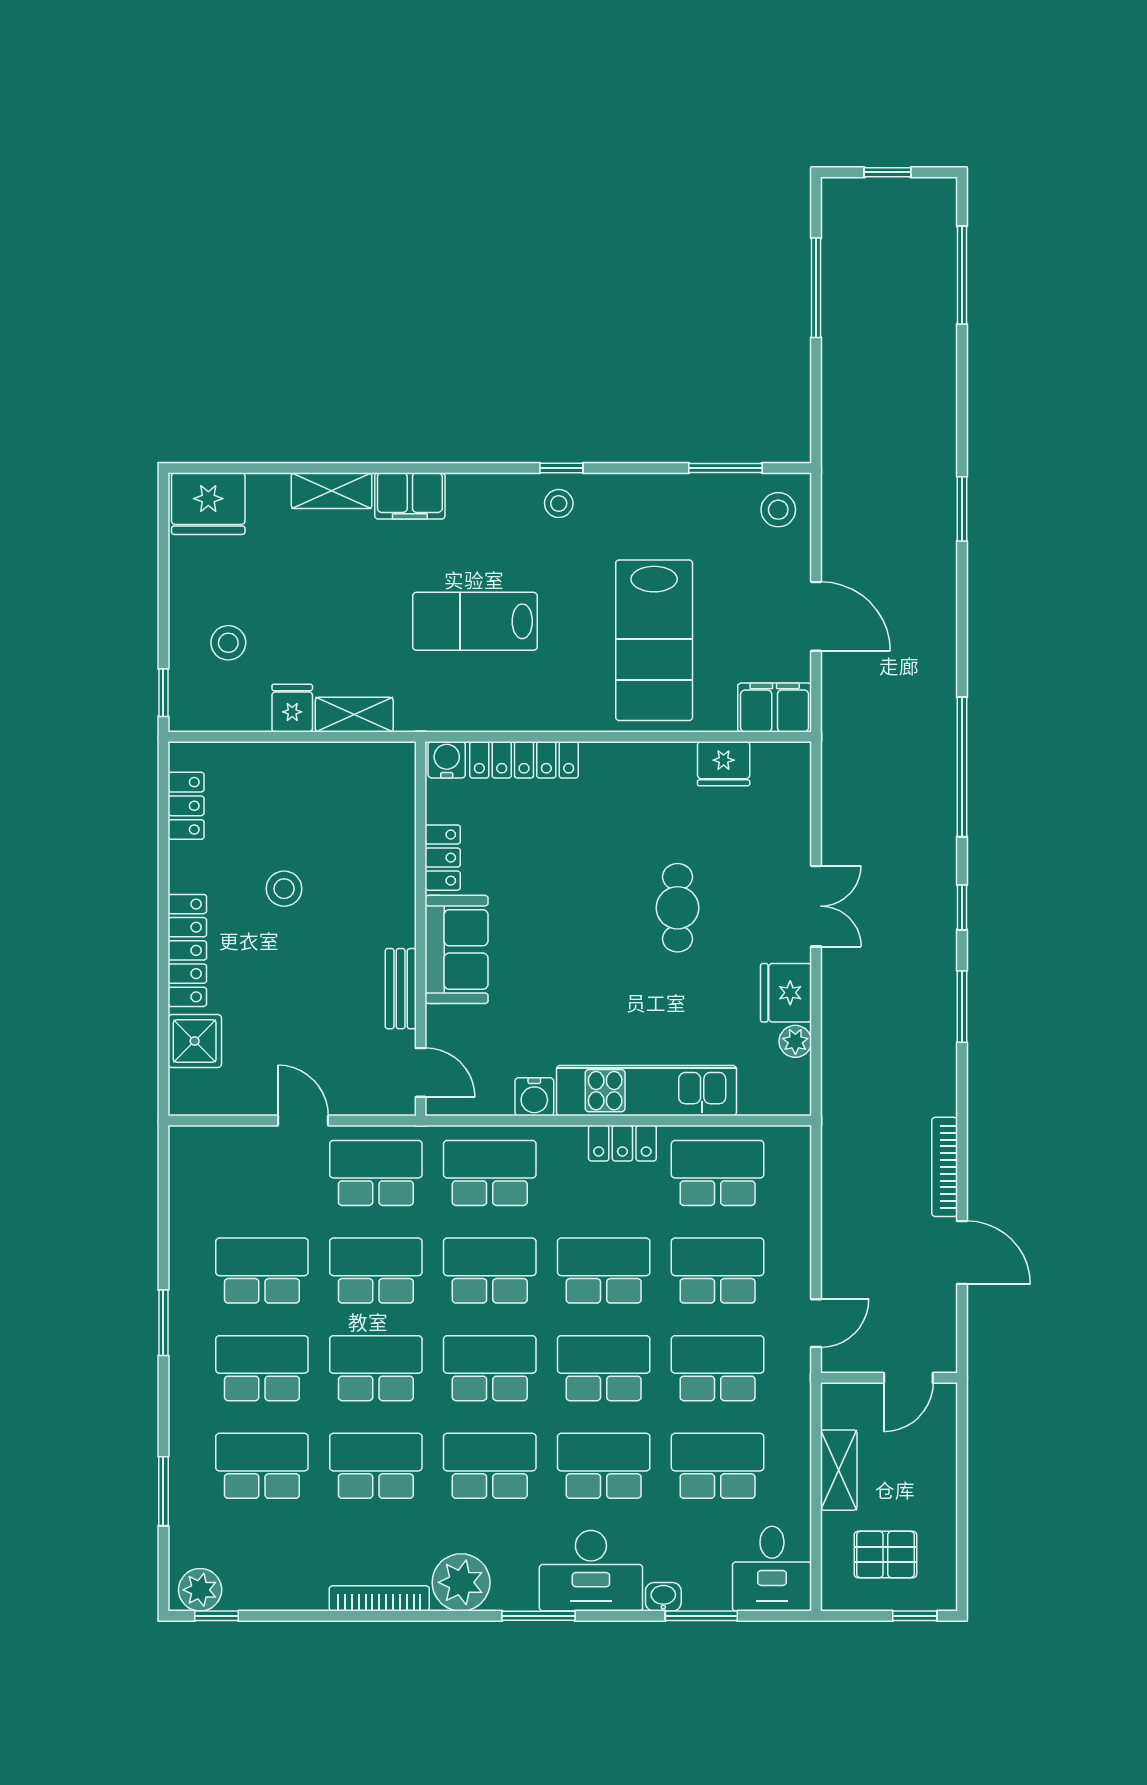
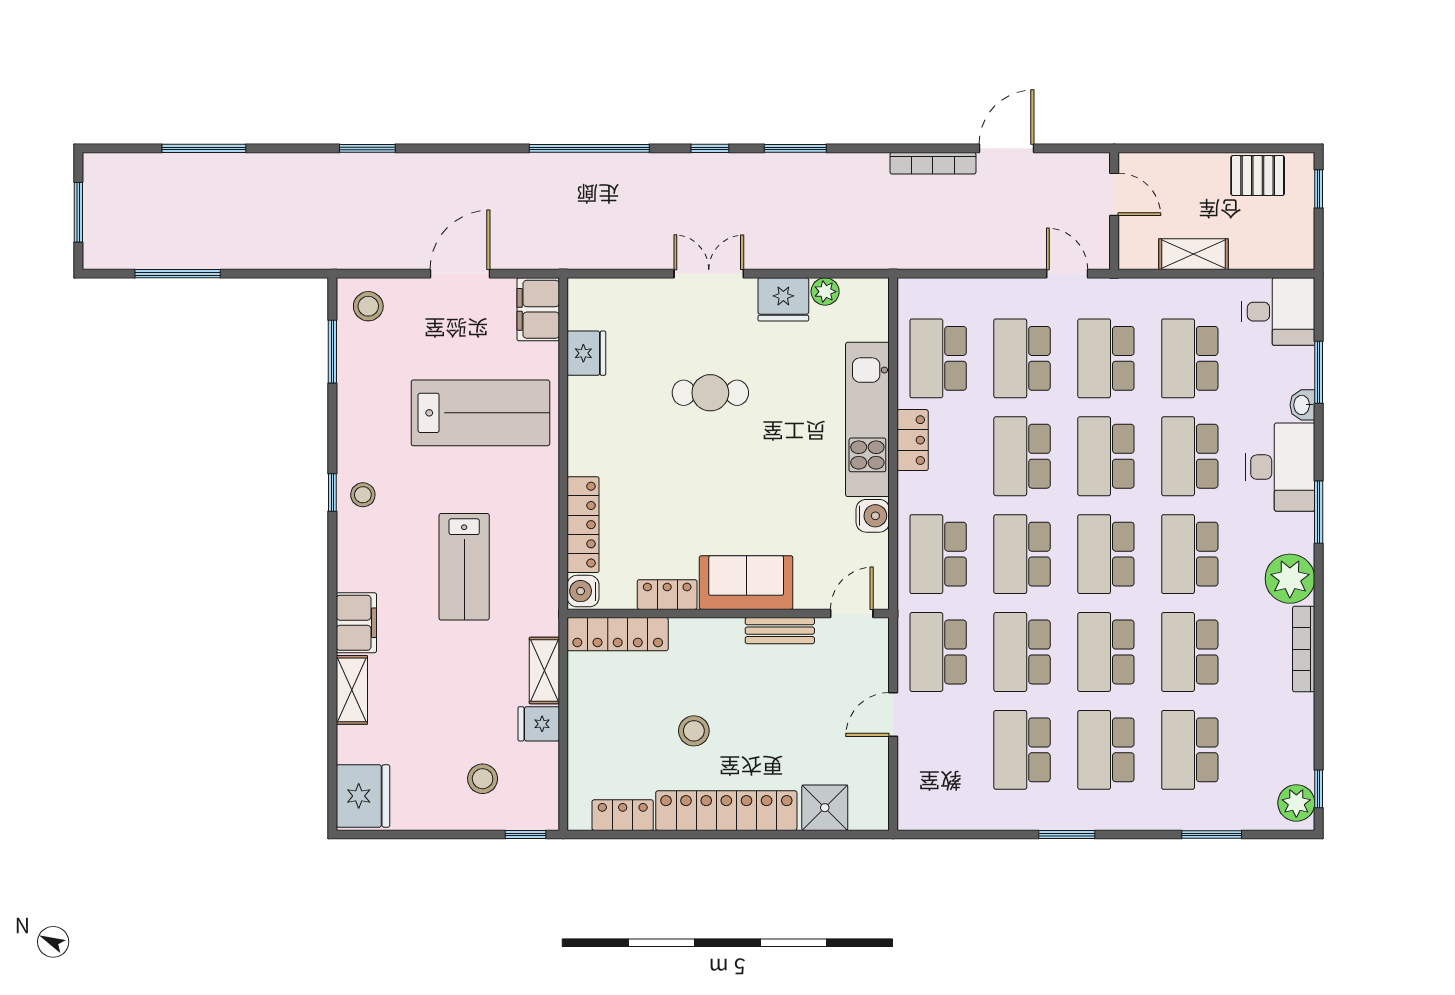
window: (888, 172) -> (78, 212), width x1.50
window: (962, 275) -> (204, 148), moved
locker: (397, 800) -> (618, 634), added
locker: (187, 950) -> (726, 811), width x1.41, depth x1.21
pallet: (885, 1555) -> (1258, 176), moved, turned 90

